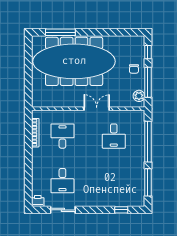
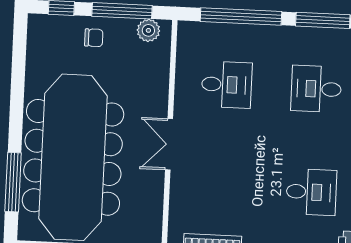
double door: (97, 109) -> (169, 144), moved
desk: (62, 136) -> (316, 89), moved

